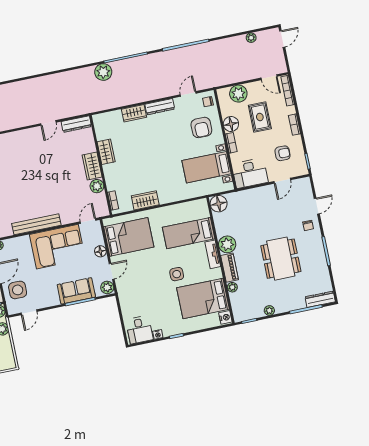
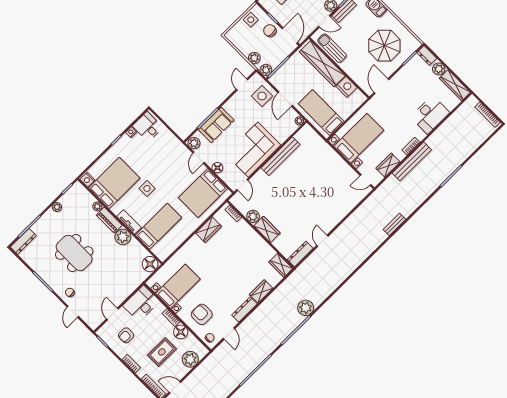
rug: (260, 117) -> (162, 352), turned 90
wardrobe: (106, 152) -> (281, 265), moved

